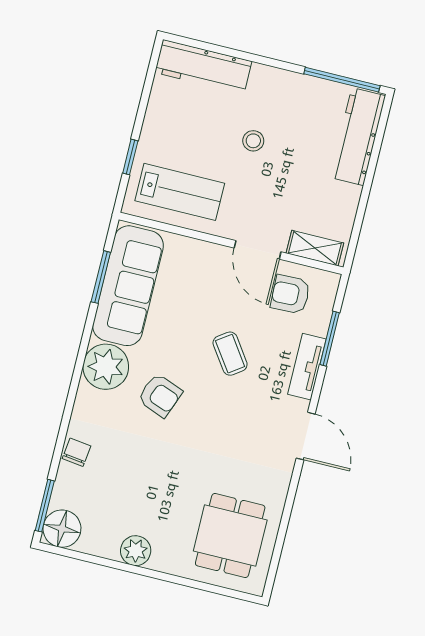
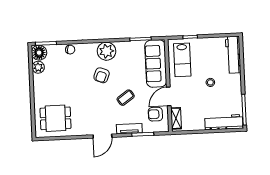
sofa: (128, 286) -> (156, 63), moved, turned 90
armchair: (290, 294) -> (155, 114), turned -88
plant: (136, 551) -> (38, 67), moved

